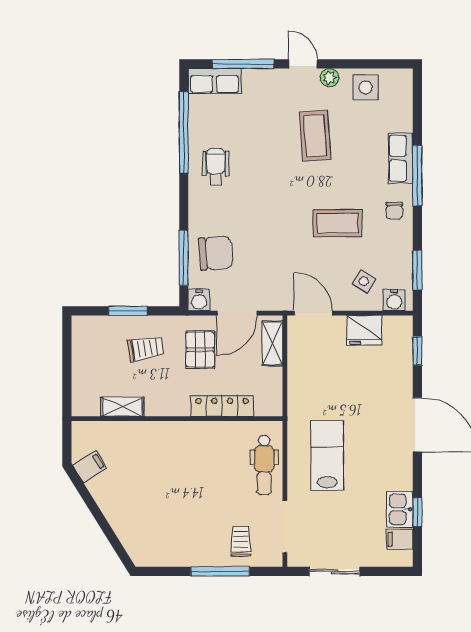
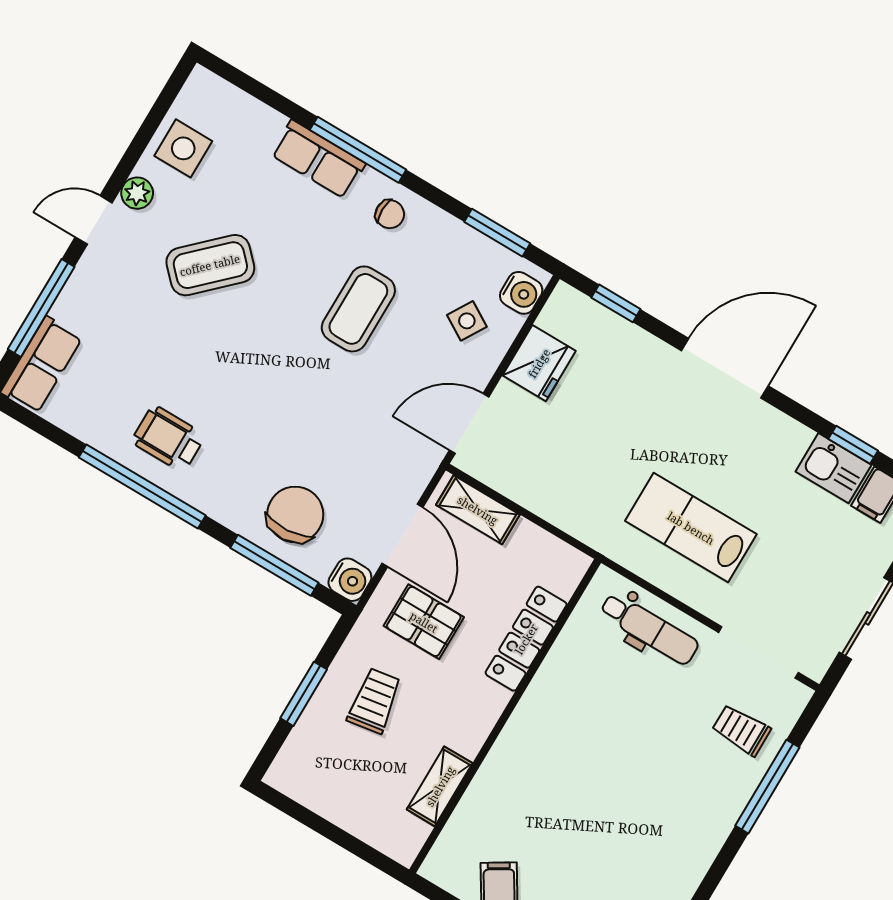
window: (184, 132) -> (142, 486), moved
coffee table: (315, 136) -> (210, 265), turned -40

